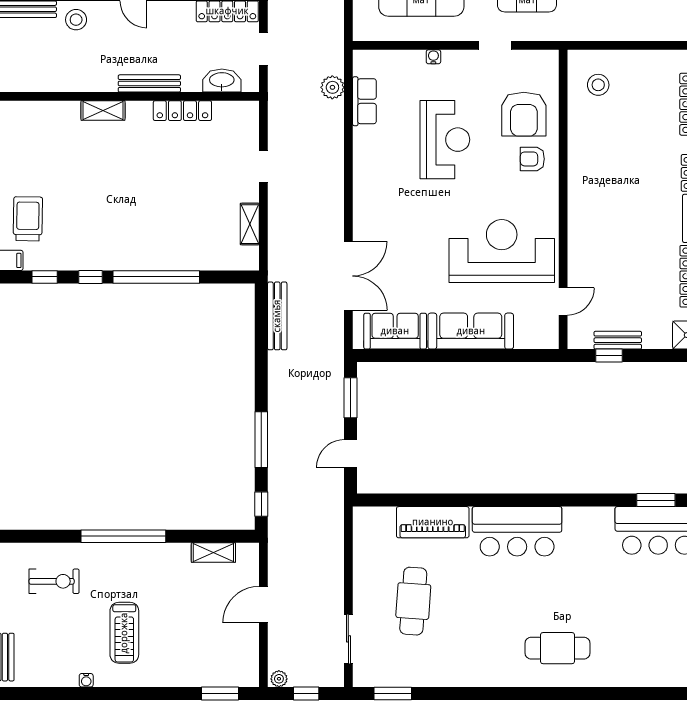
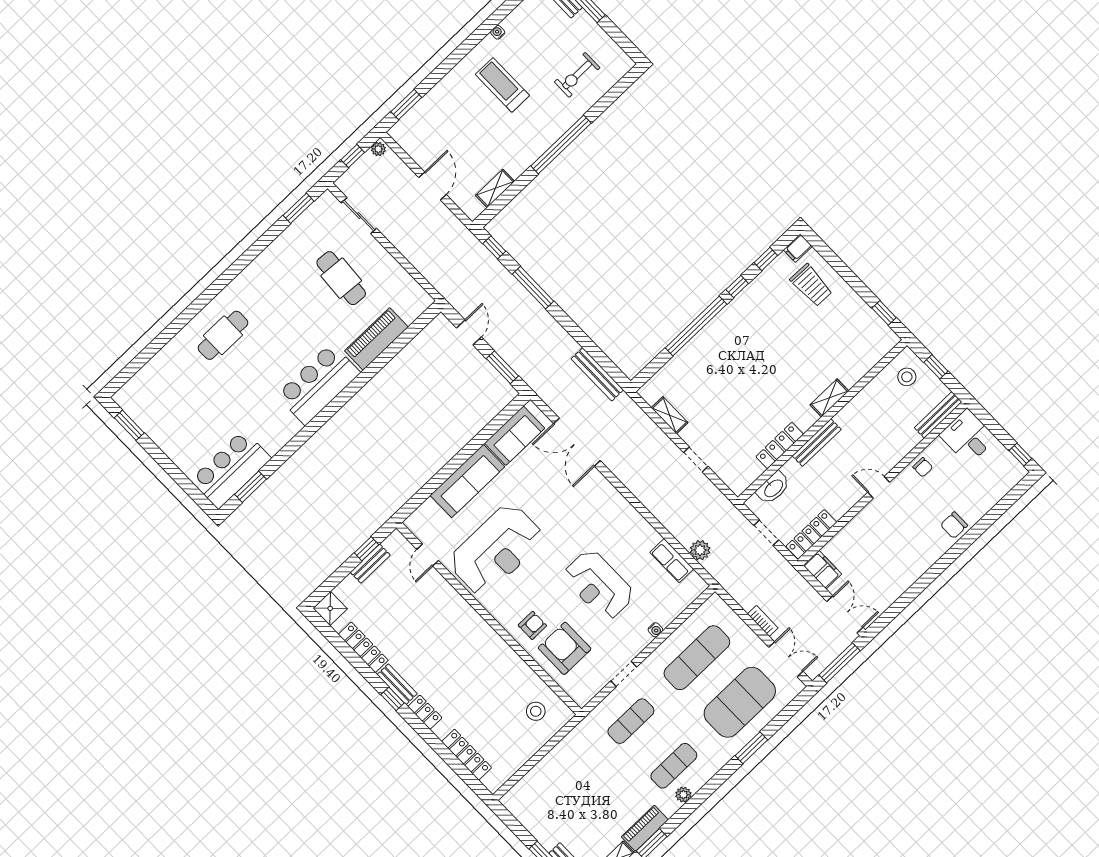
stool: (76, 20) -> (907, 377), moved

